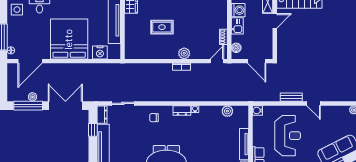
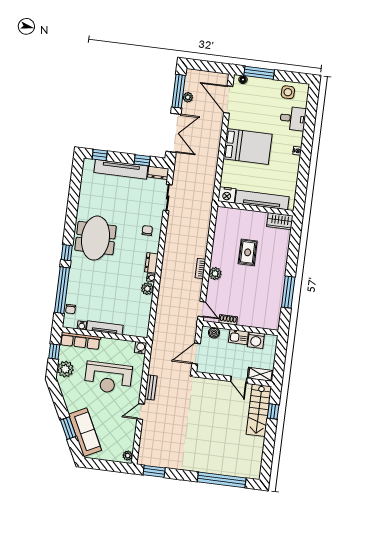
bed: (69, 39) -> (248, 147), width x0.73
nightstand: (100, 53) -> (227, 195), moved, turned -90
plant: (227, 111) -> (147, 289), moved

